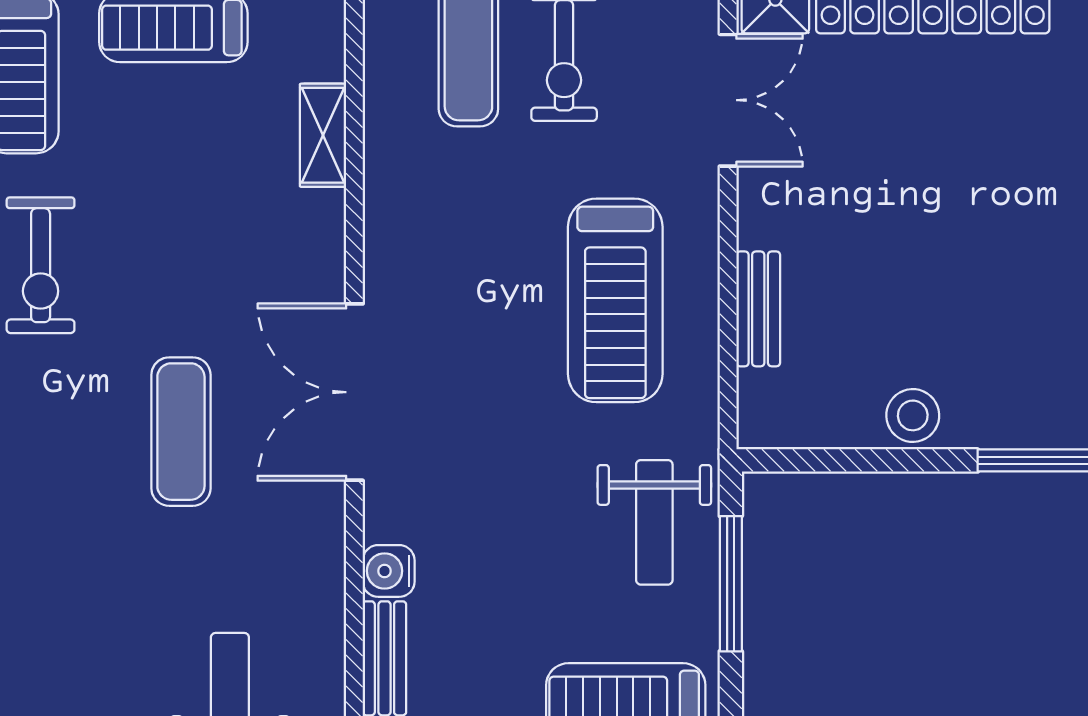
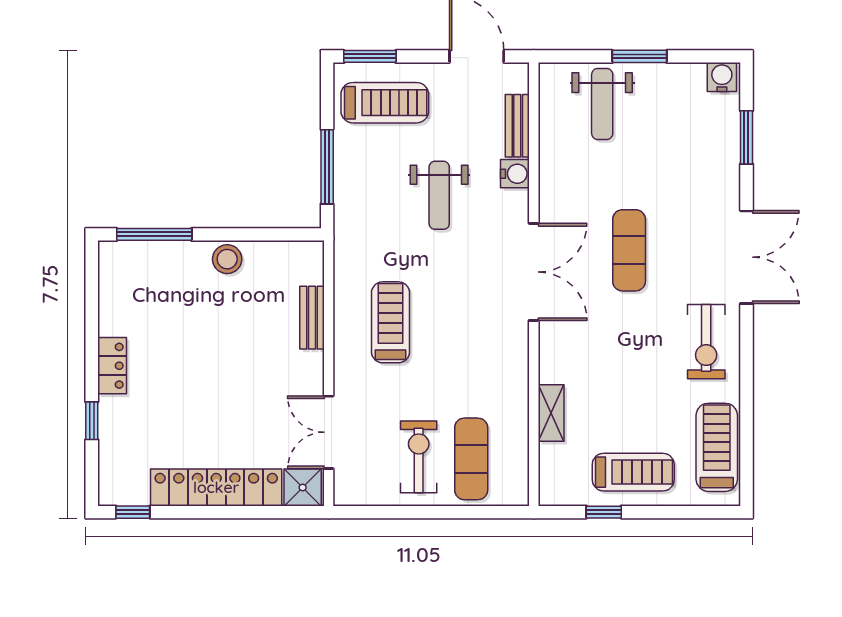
exercise bike: (41, 265) -> (706, 342), turned 180
treadmill: (615, 300) -> (391, 322), width x0.73, depth x0.73
weight bench: (654, 522) -> (439, 195), moved, turned 180

